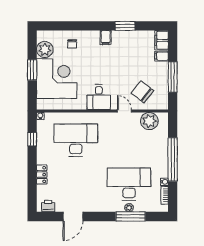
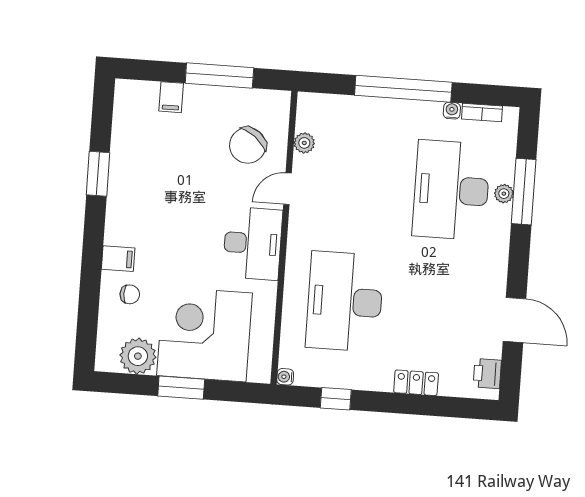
filing cabinet: (106, 38) -> (118, 259), moved
filing cabinet: (162, 40) -> (136, 94), removed
desk: (99, 97) -> (253, 243), width x1.37
plant: (149, 121) -> (304, 143), width x0.53, depth x0.53

